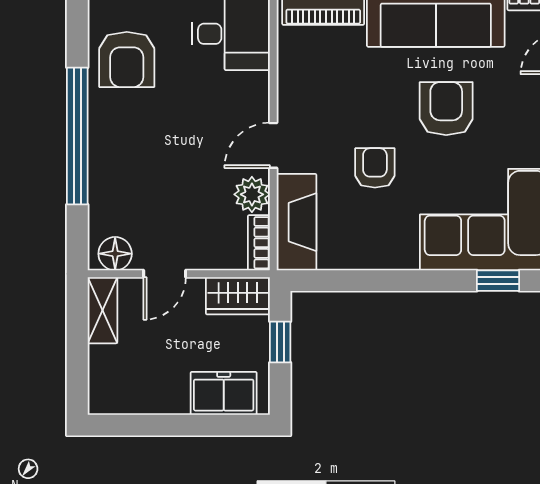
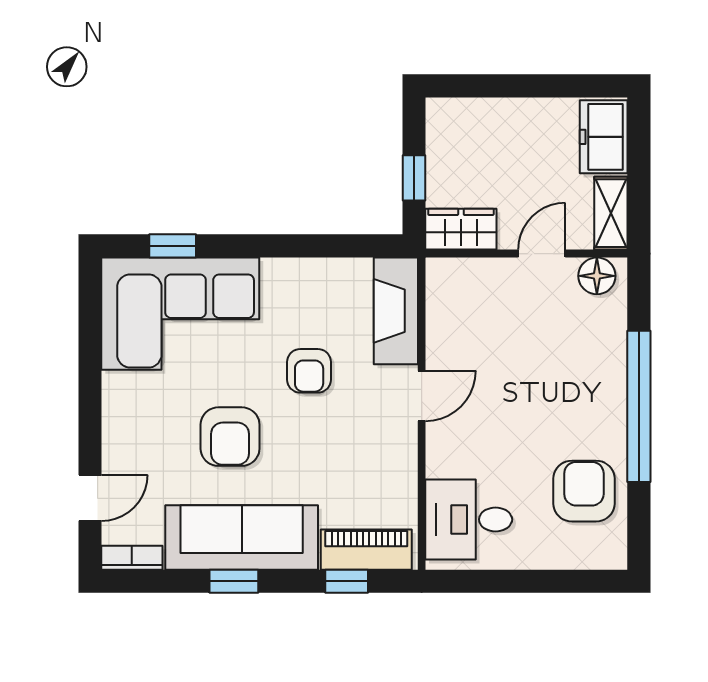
plant: (252, 194) -> (445, 341), removed
bookcase: (259, 243) -> (438, 288), removed
freezer: (224, 393) -> (604, 137), moved, turned 90

